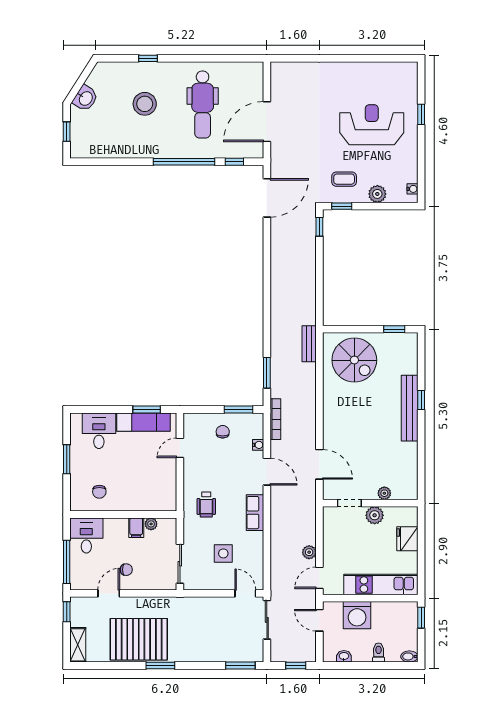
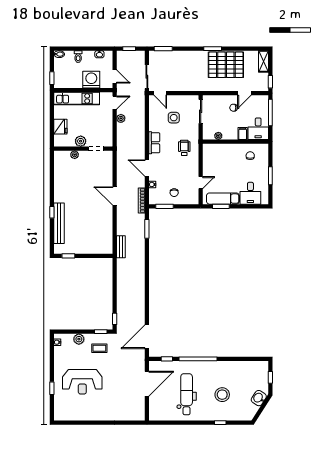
spiral stairs: (354, 360) -> (93, 237), removed
bench: (410, 408) -> (59, 223), moved
door: (319, 464) -> (115, 196), moved
filing cabinet: (136, 528) -> (243, 133), moved

